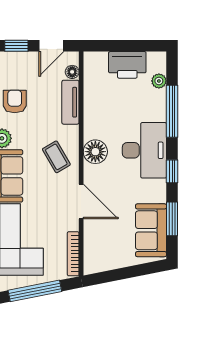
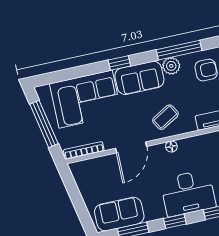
floor lamp: (95, 152) -> (171, 146), width x0.53, depth x0.53

